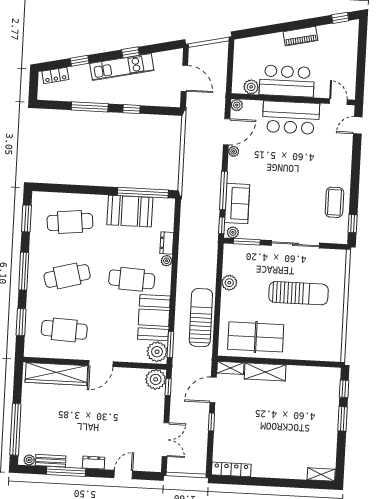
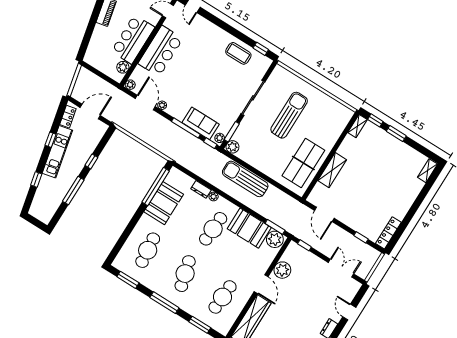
locker: (55, 75) -> (68, 117), moved
plant: (229, 283) -> (232, 147), moved
sun lounger: (201, 318) -> (245, 179), moved
shelving: (230, 368) -> (357, 126), moved
plant: (156, 379) -> (282, 270), moved
window: (211, 422) -> (361, 237), moved

